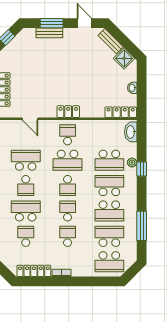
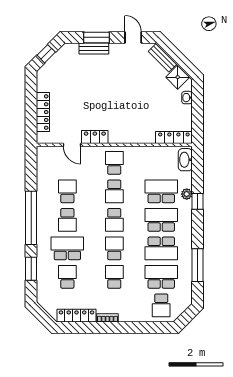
washbasin: (132, 88) -> (187, 98), moved
locker: (68, 112) -> (95, 137), moved
school desk: (26, 160) -> (67, 191), width x0.54
school desk: (68, 160) -> (114, 191), width x0.54
school desk: (109, 160) -> (161, 191), turned 180
school desk: (109, 262) -> (161, 305), width x0.54

